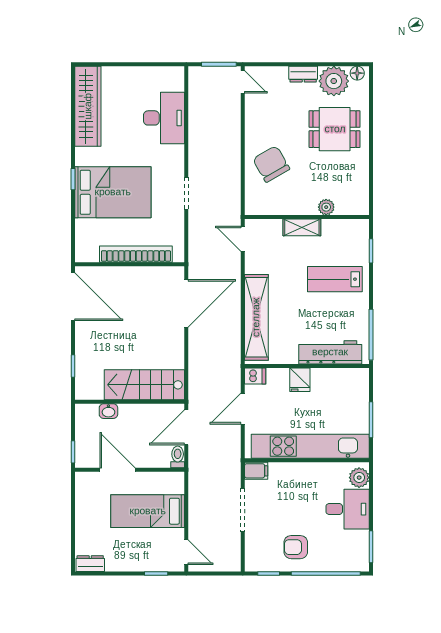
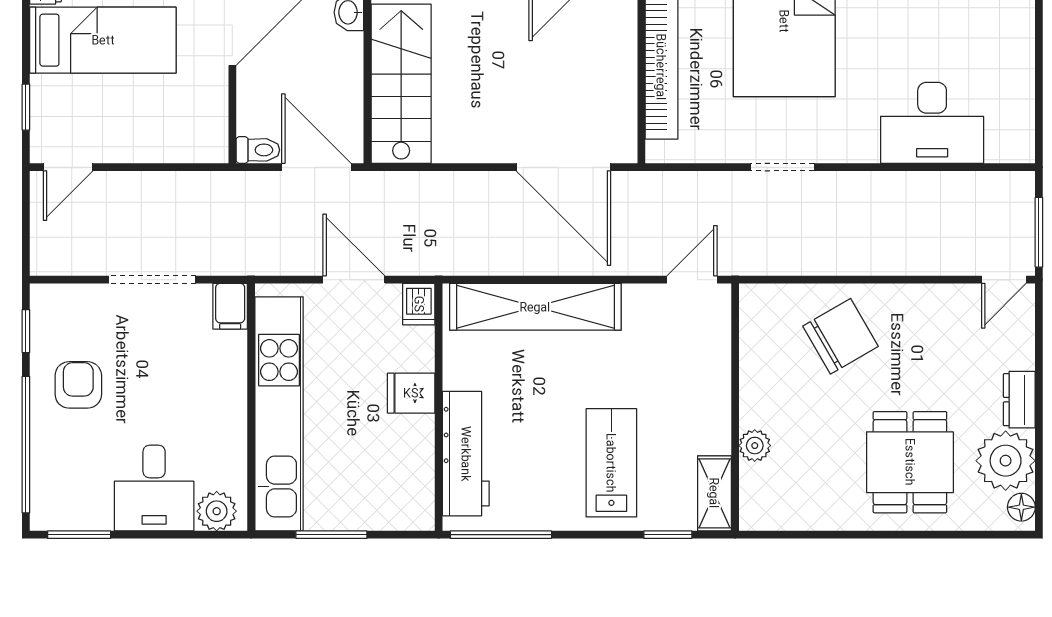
shelving: (302, 227) -> (714, 493), moved
bed: (148, 511) -> (103, 40), moved, turned 90

